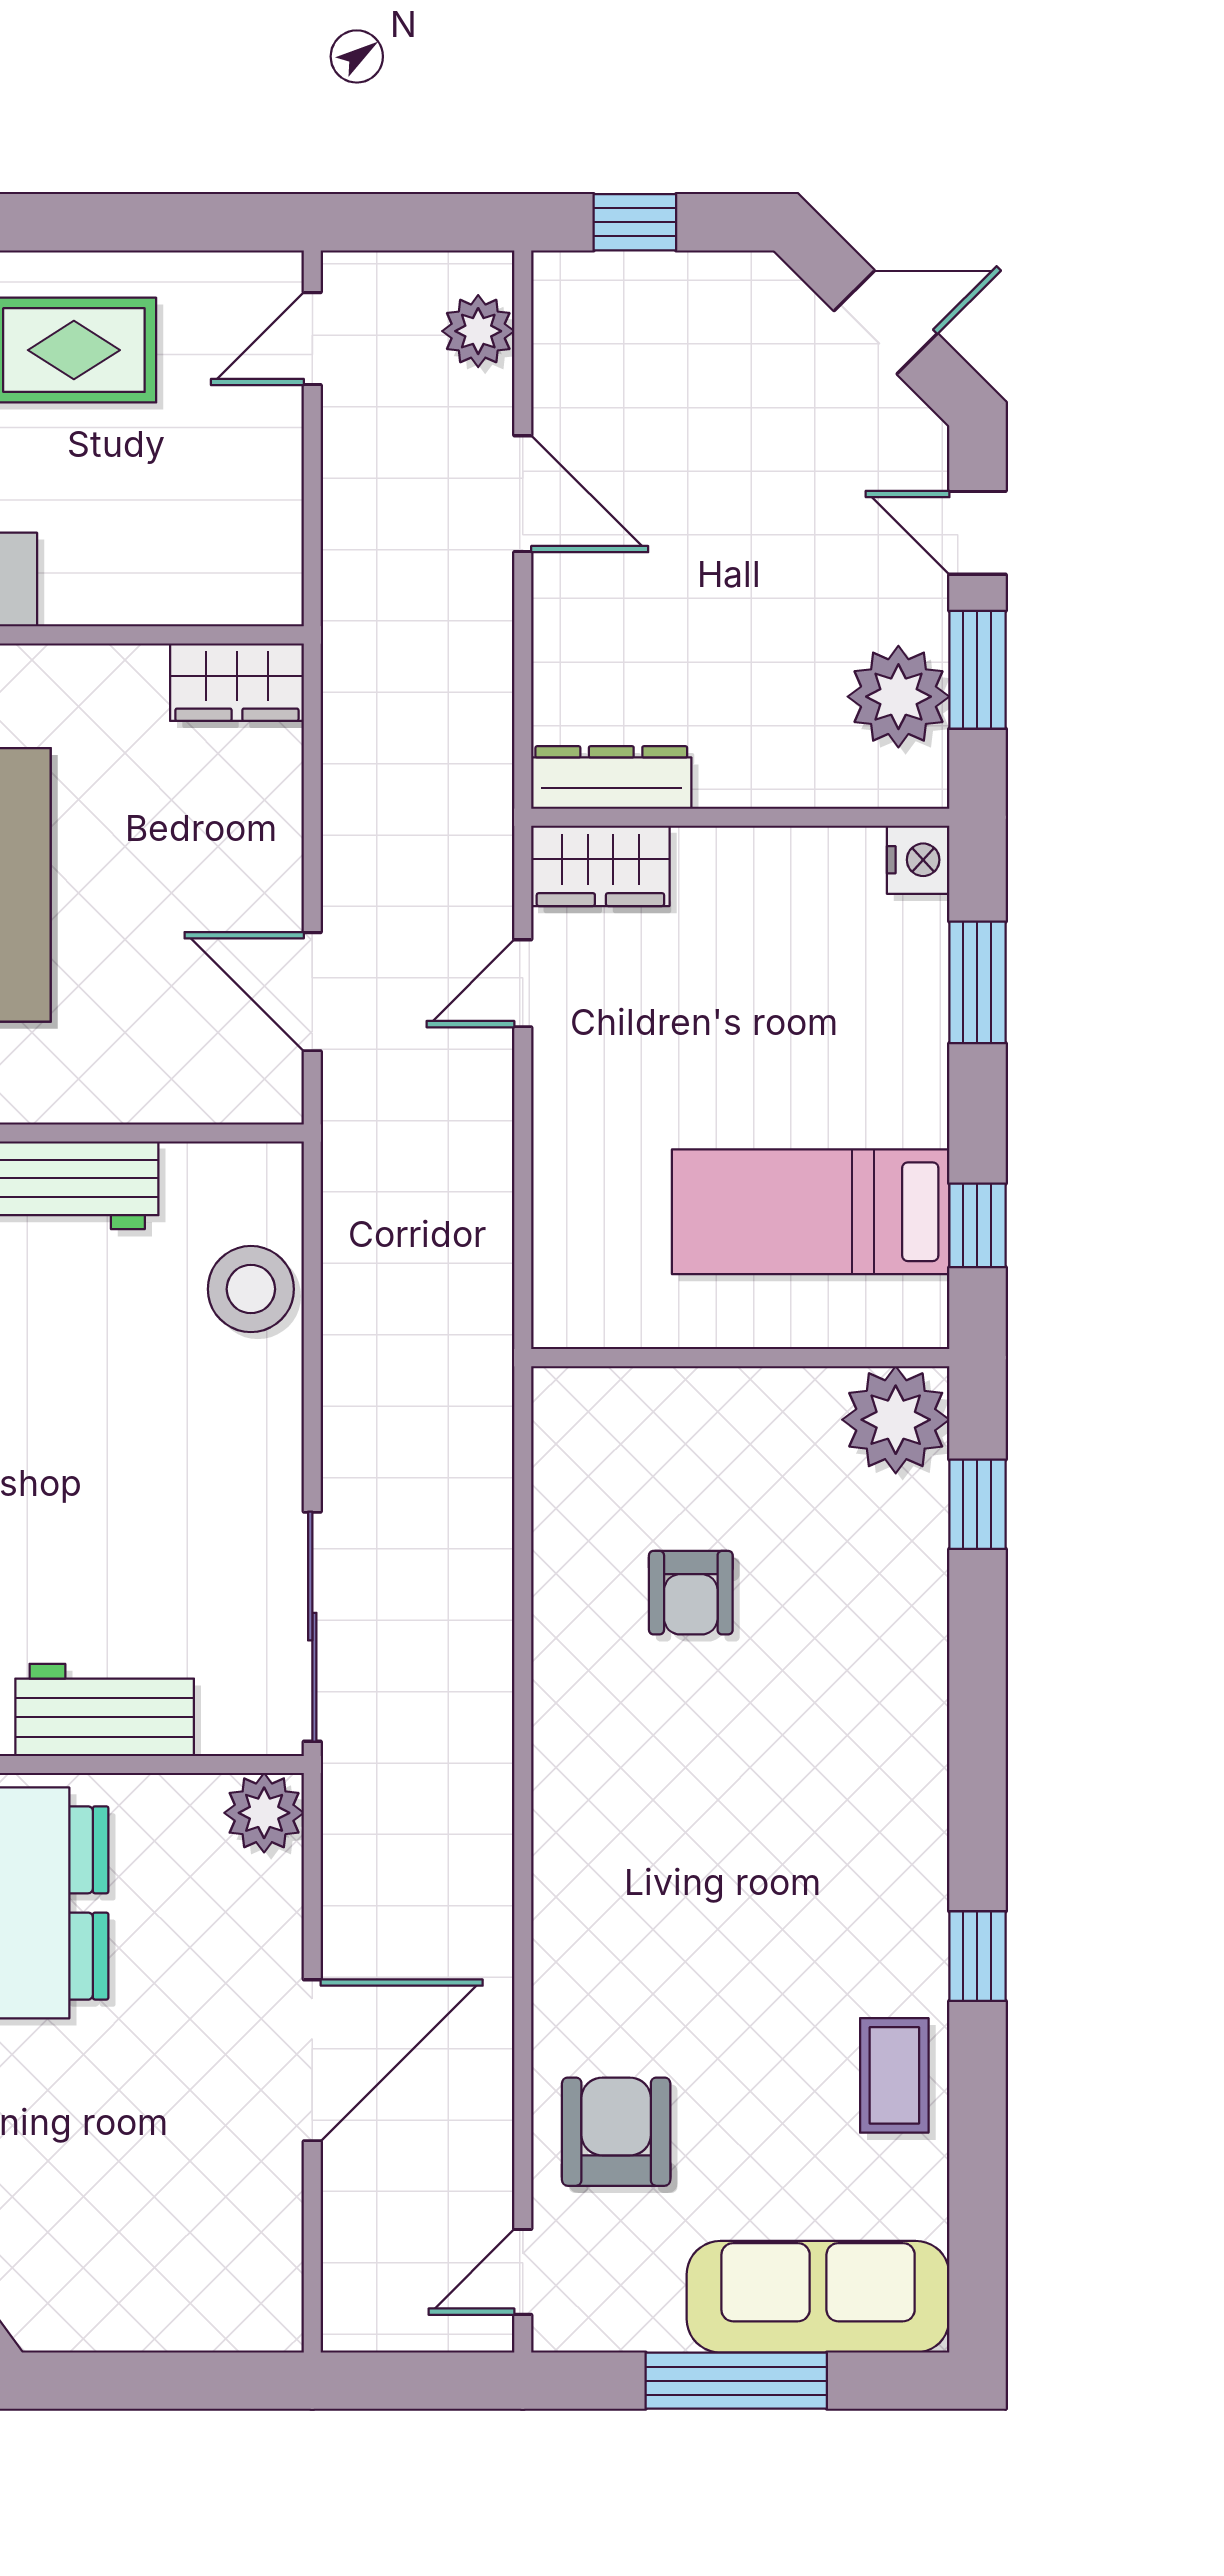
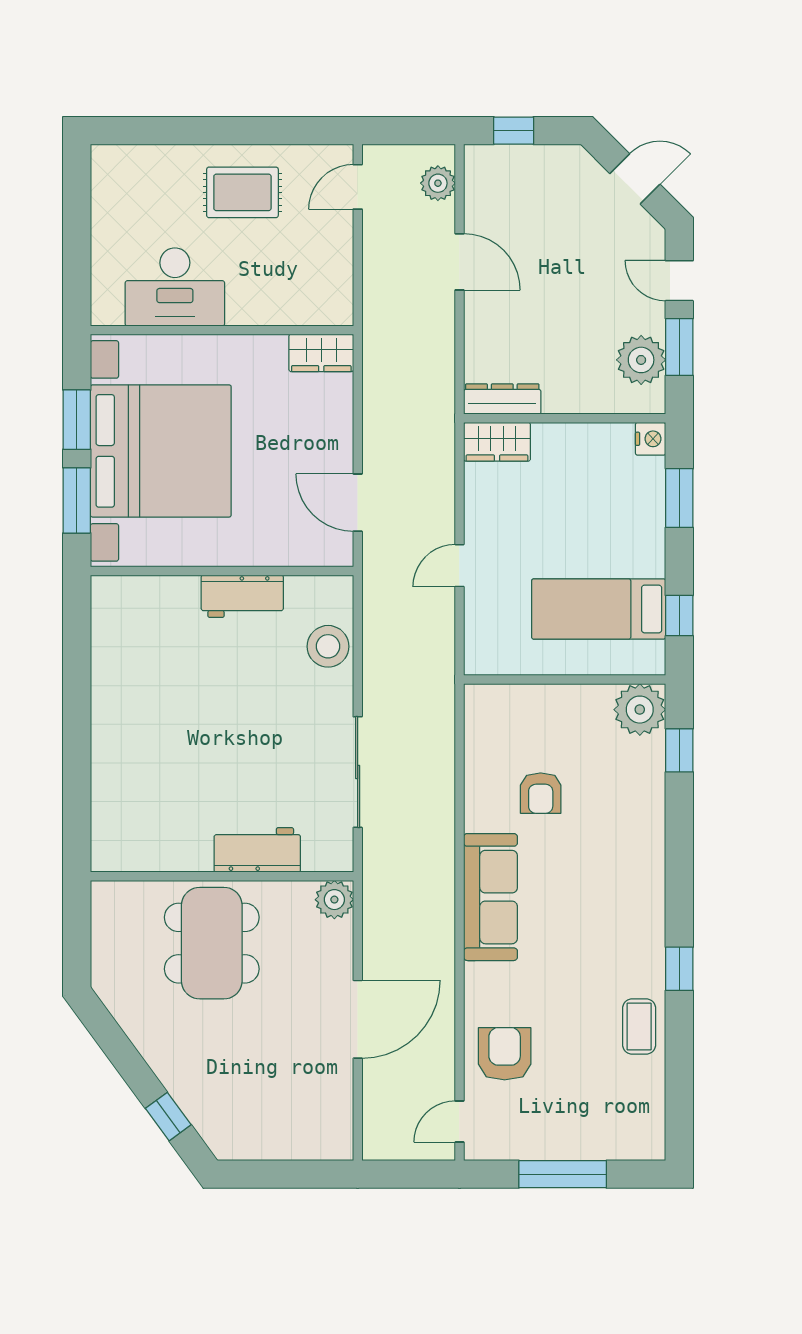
door: (523, 983) -> (459, 566), moved
sliding door: (312, 1627) -> (358, 772), moved
sofa: (818, 2297) -> (491, 897), moved, turned 90

